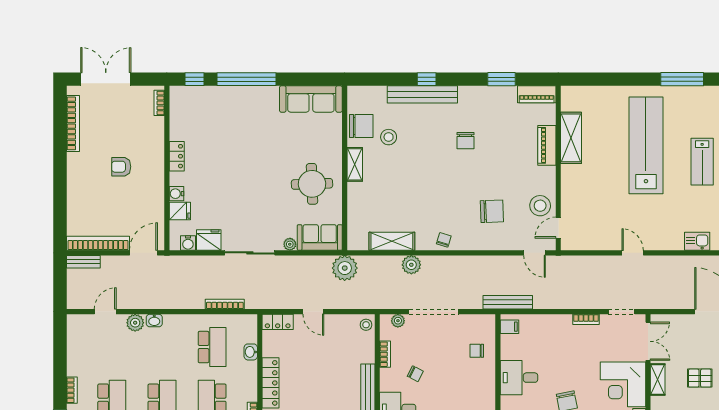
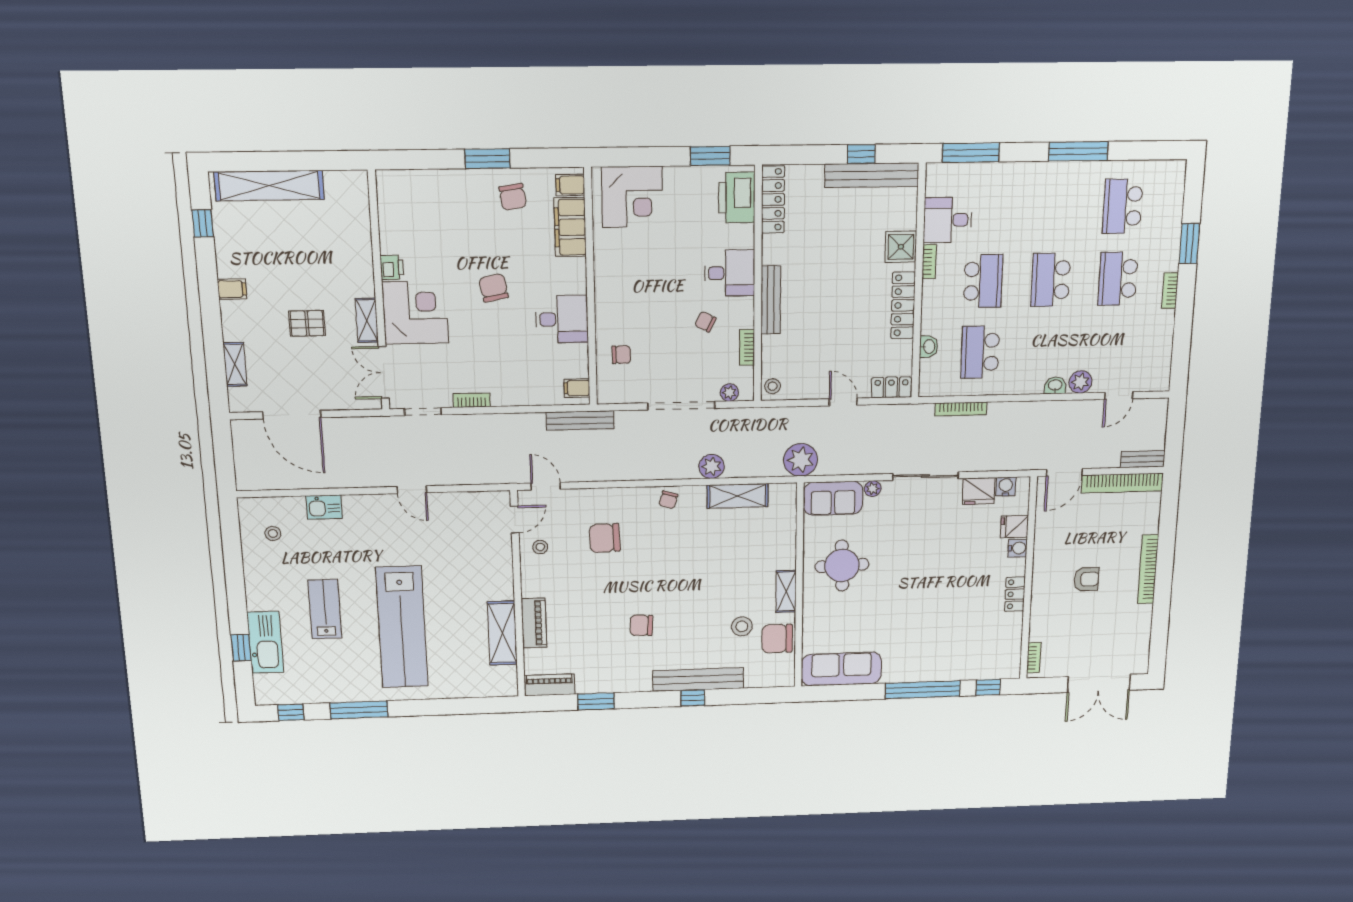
bookcase: (73, 123) -> (1148, 569), moved
chair: (465, 141) -> (641, 625), turned -87
stool: (540, 206) -> (540, 547), width x0.53, depth x0.53

